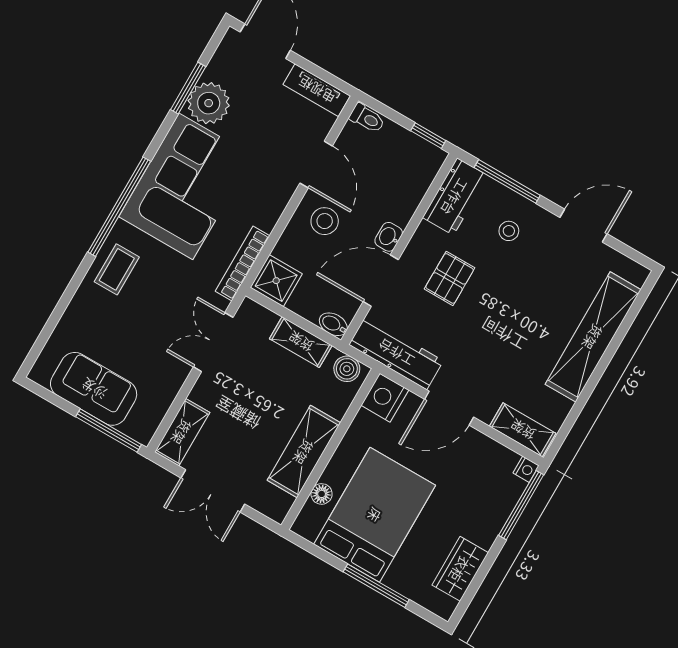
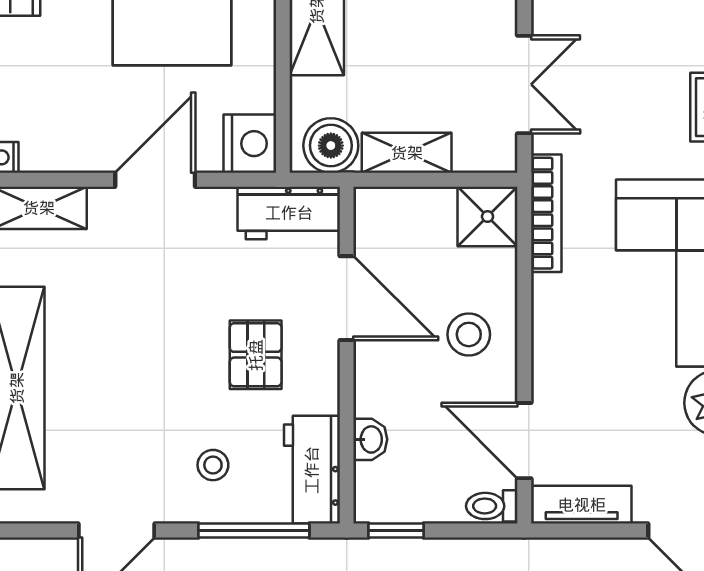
door: (316, 164) -> (524, 441), moved
washbasin: (389, 237) -> (370, 439), moved
door: (381, 281) -> (347, 298), hinge flipped
bidet: (333, 324) -> (377, 202), removed
workbench: (396, 353) -> (289, 213), width x0.73
boiler: (347, 369) -> (331, 146), width x1.36, depth x1.36

